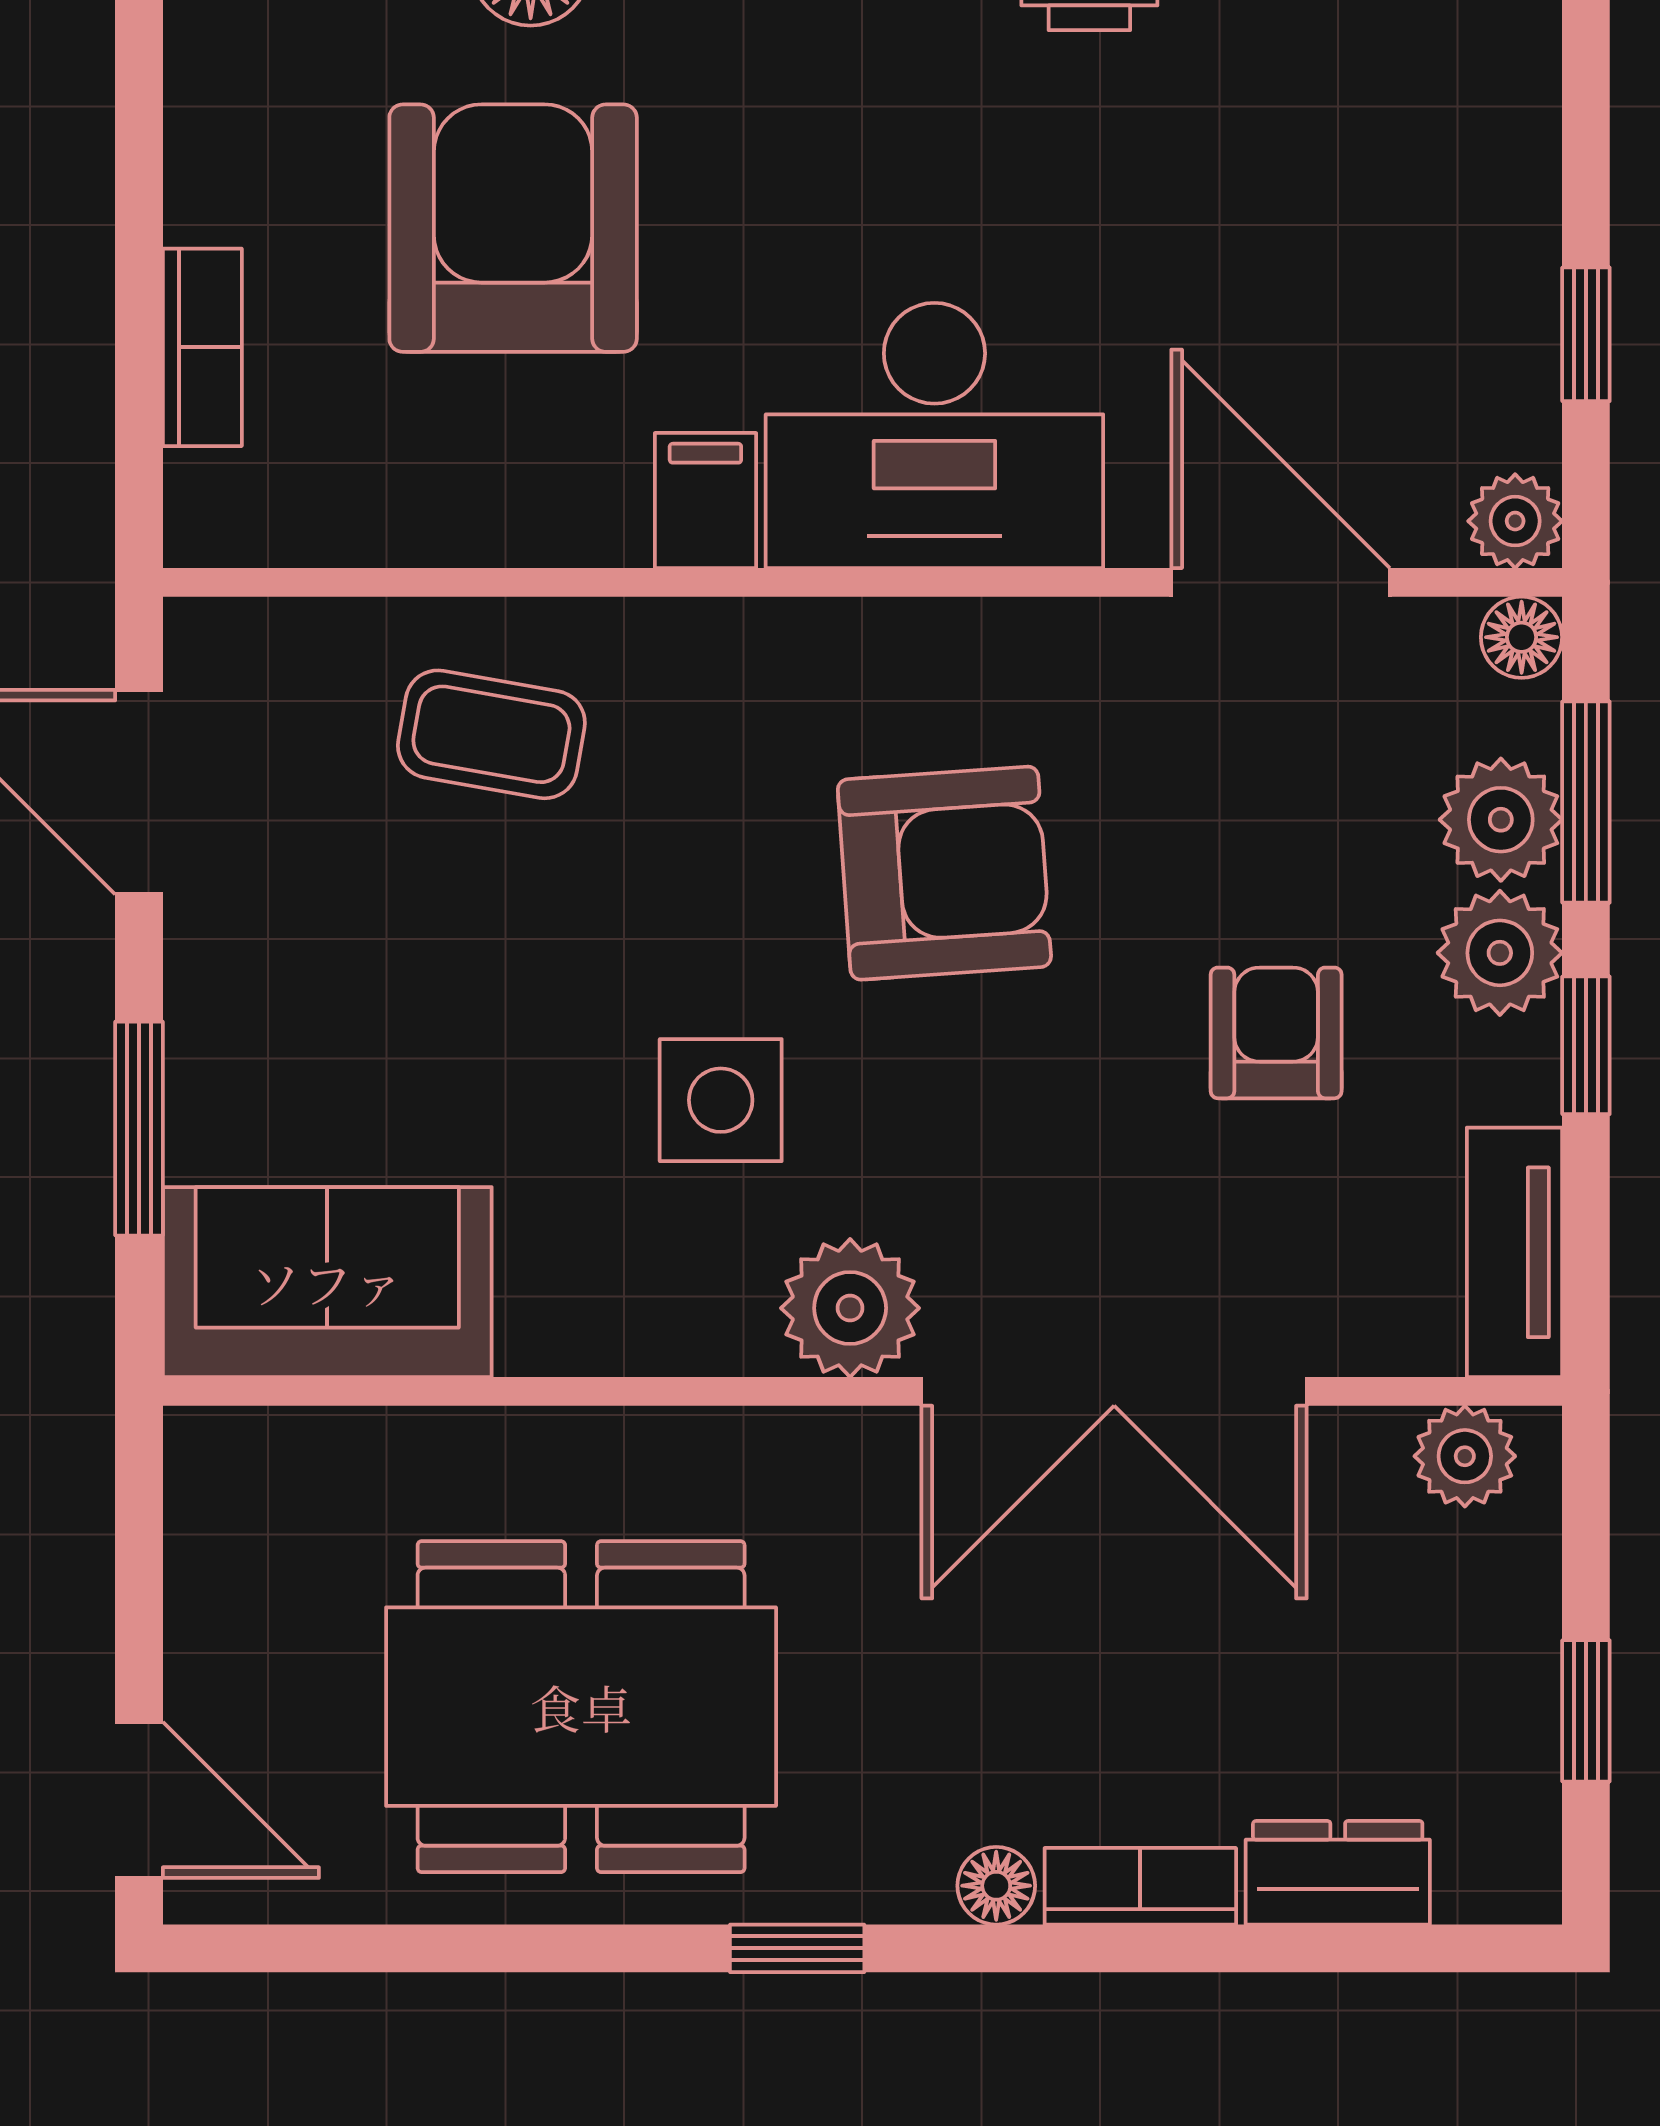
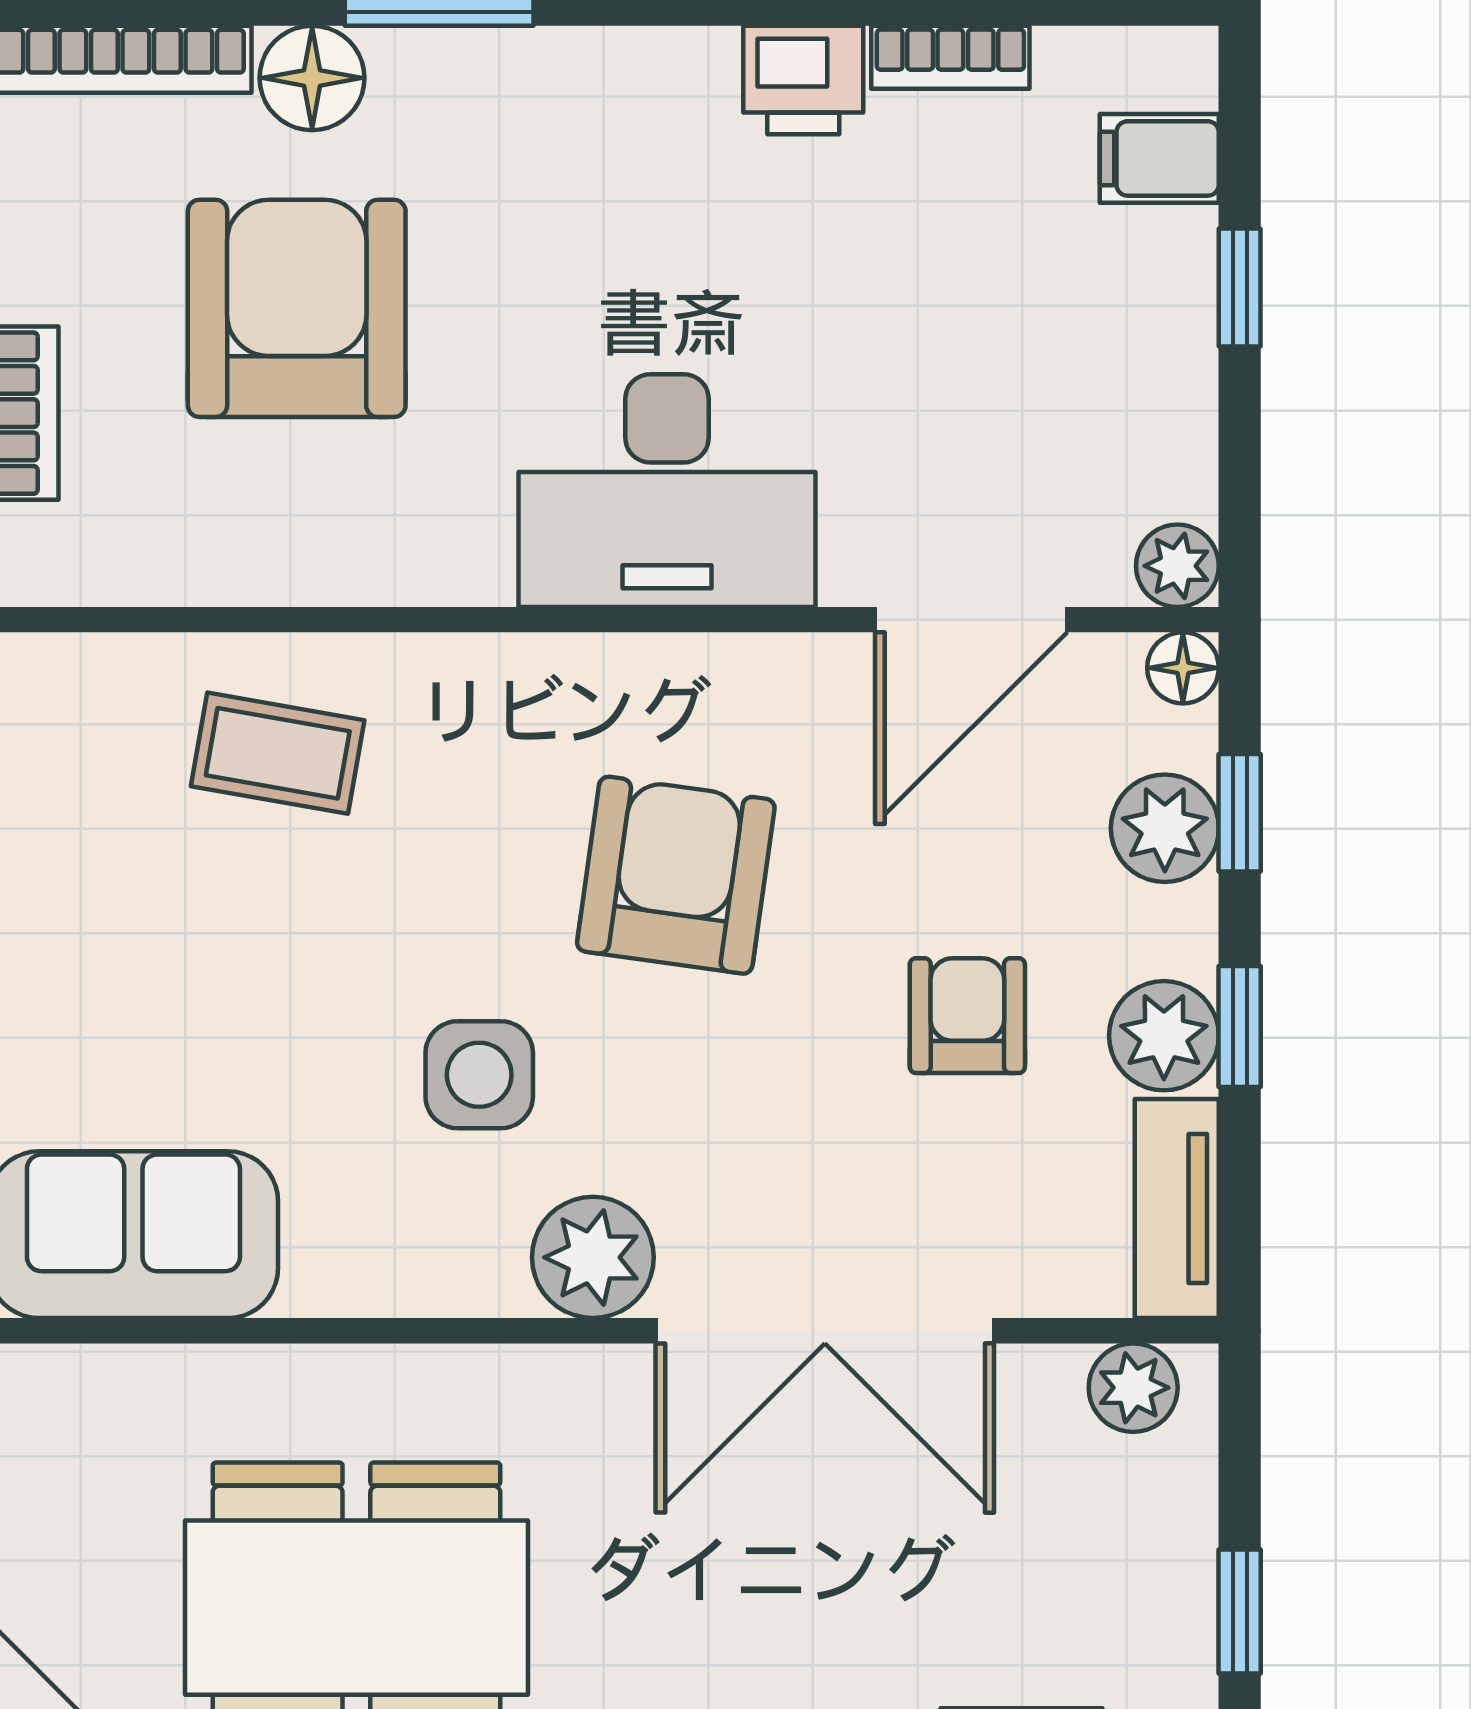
window: (1586, 334) -> (1240, 287), moved
filing cabinet: (705, 500) -> (1159, 158), moved, turned -90
door: (1281, 582) -> (971, 620), swing flipped
window: (1586, 802) -> (1240, 813), width x0.67
armchair: (944, 873) -> (676, 875), turned -78
plant: (1500, 953) -> (1164, 1036), moved

